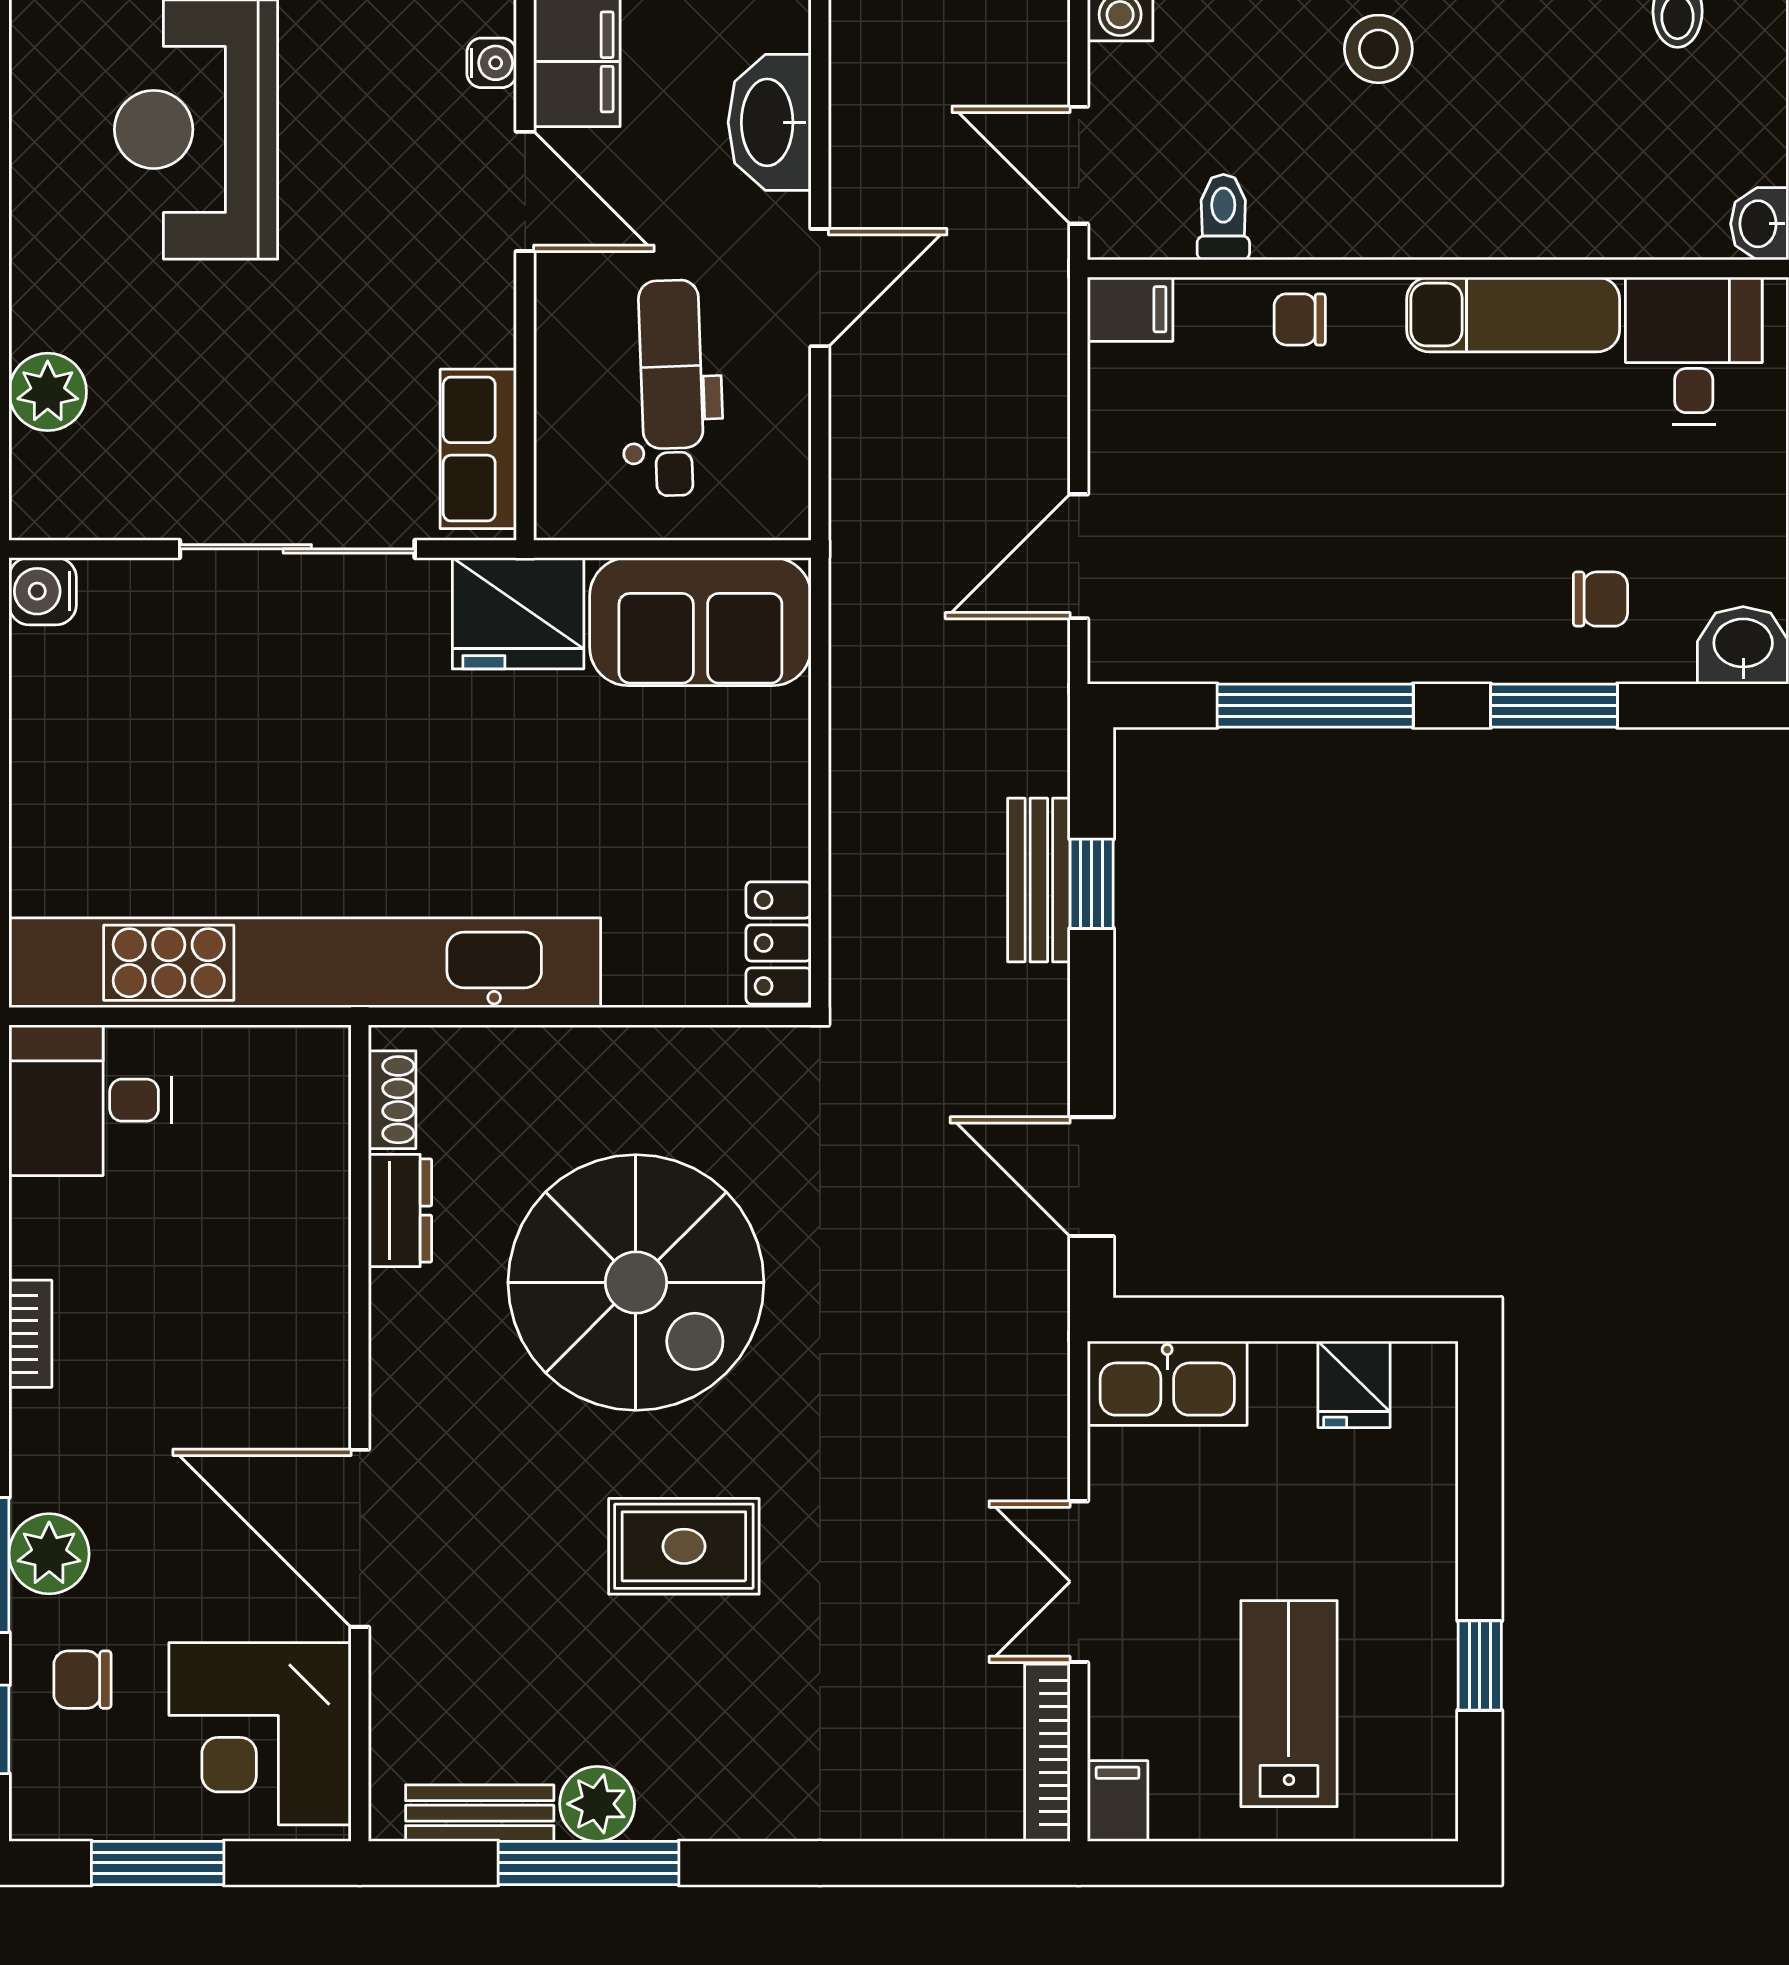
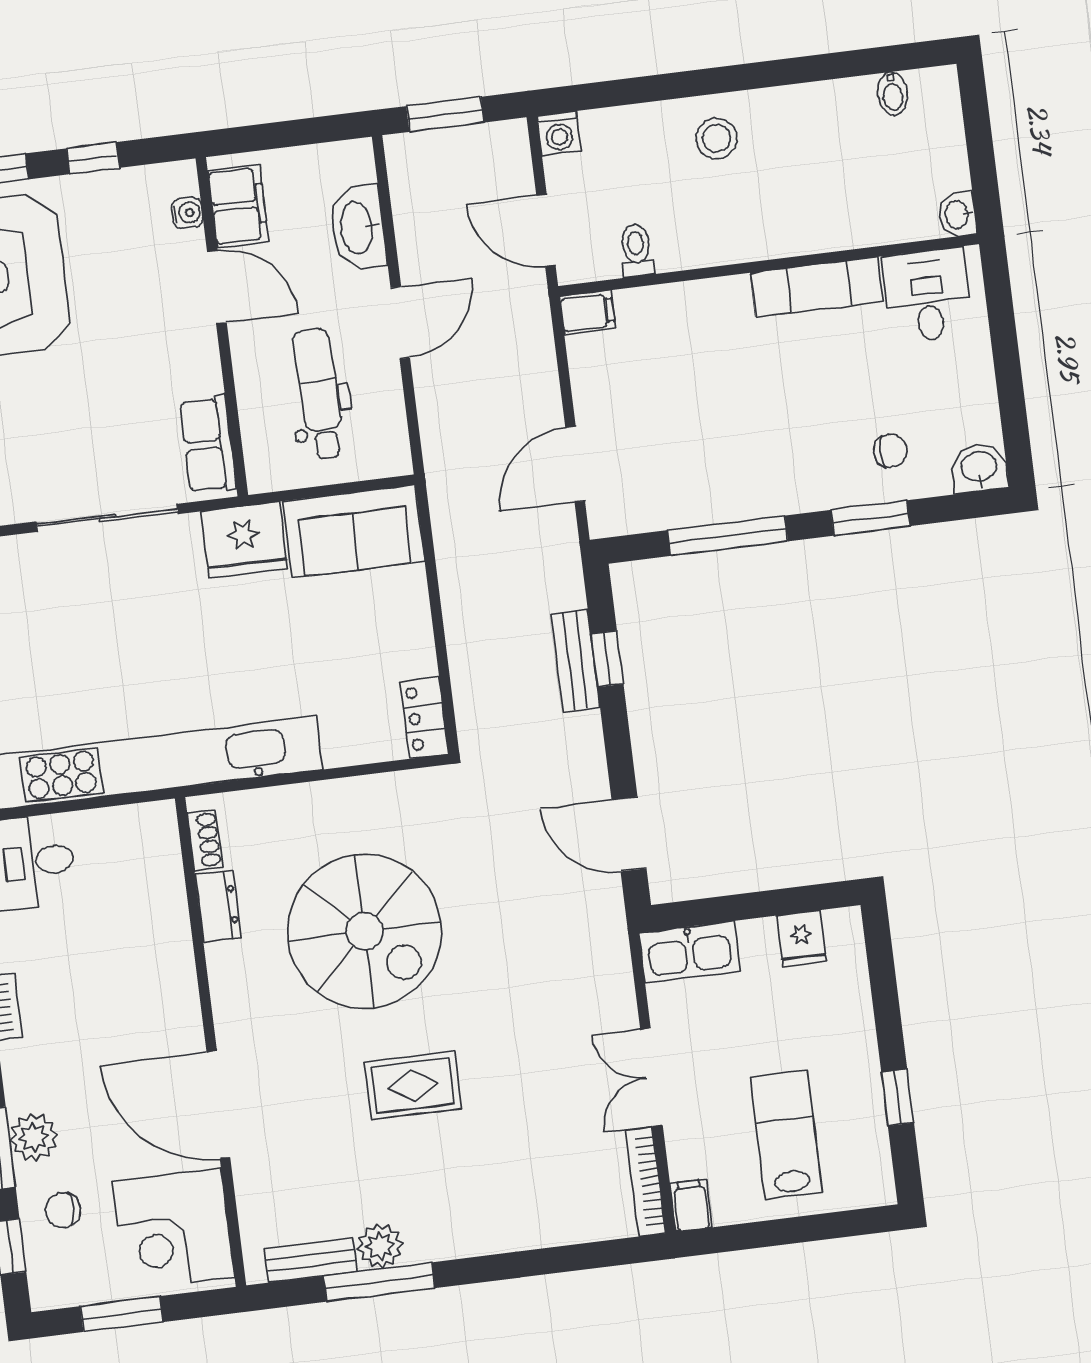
chair: (1300, 319) -> (690, 306), removed

